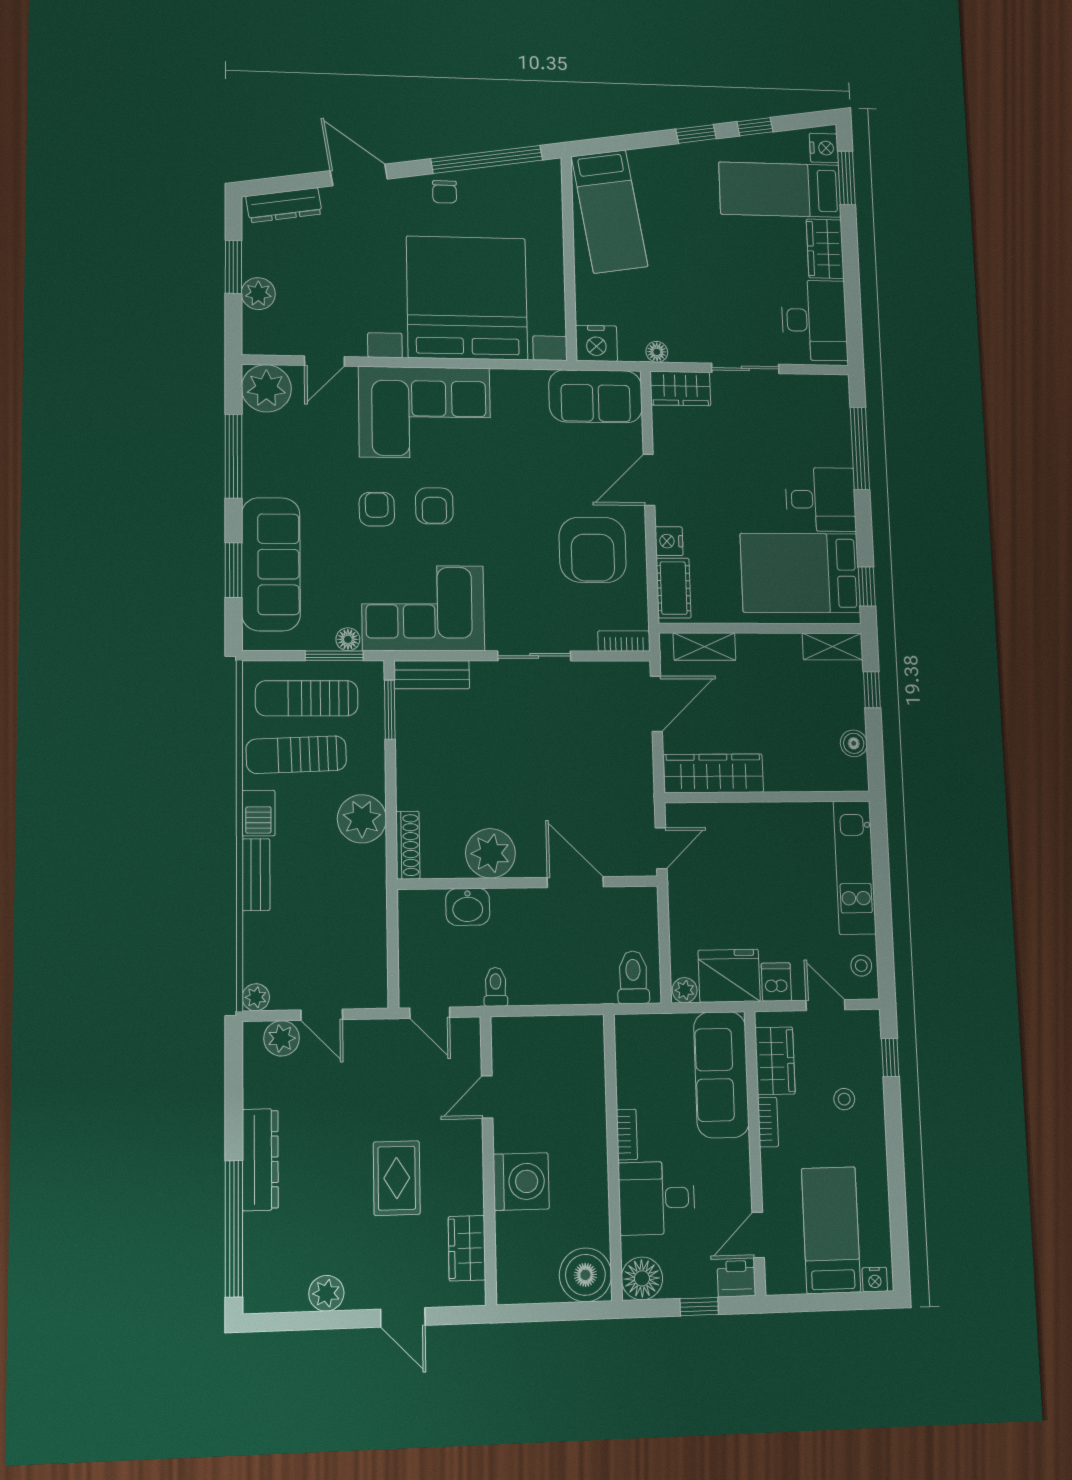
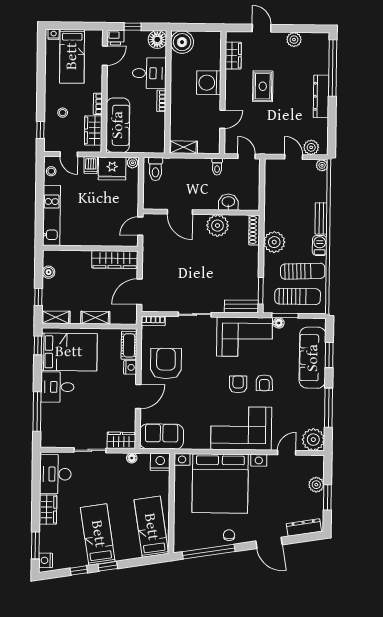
bed: (780, 190) -> (98, 534), moved, turned -99
shelving: (704, 647) -> (95, 318), moved
shelving: (573, 1029) -> (183, 147), added

